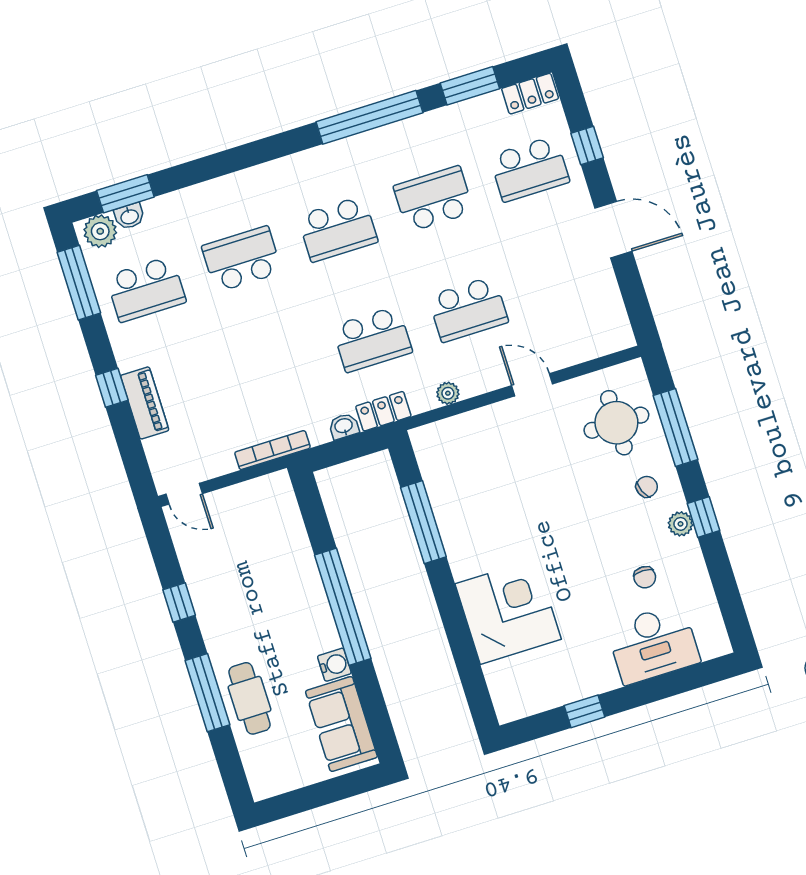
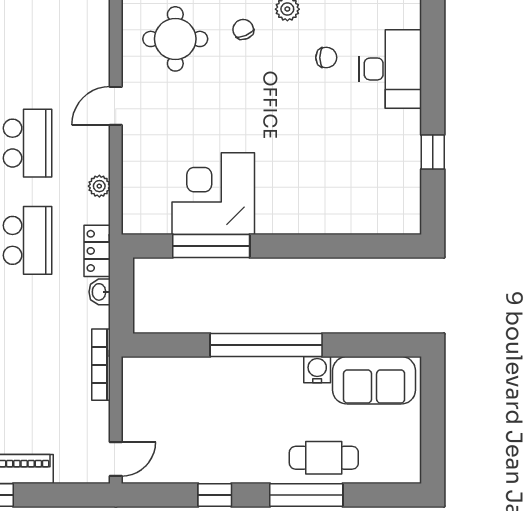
corner desk: (508, 612) -> (213, 194), moved

